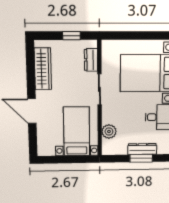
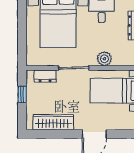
plant: (109, 132) -> (104, 59), moved

